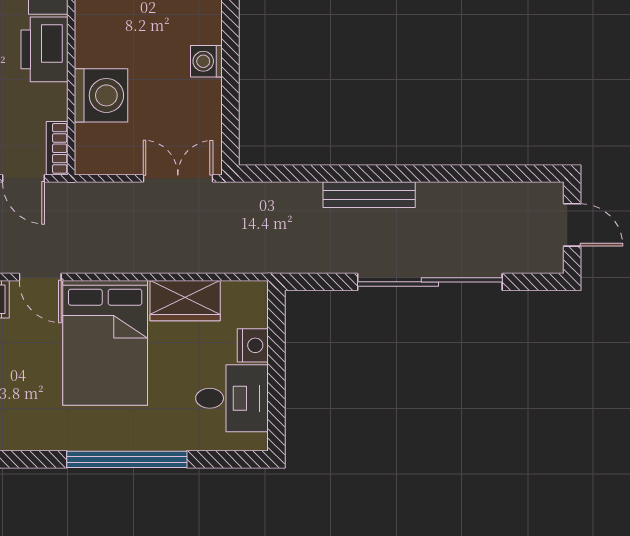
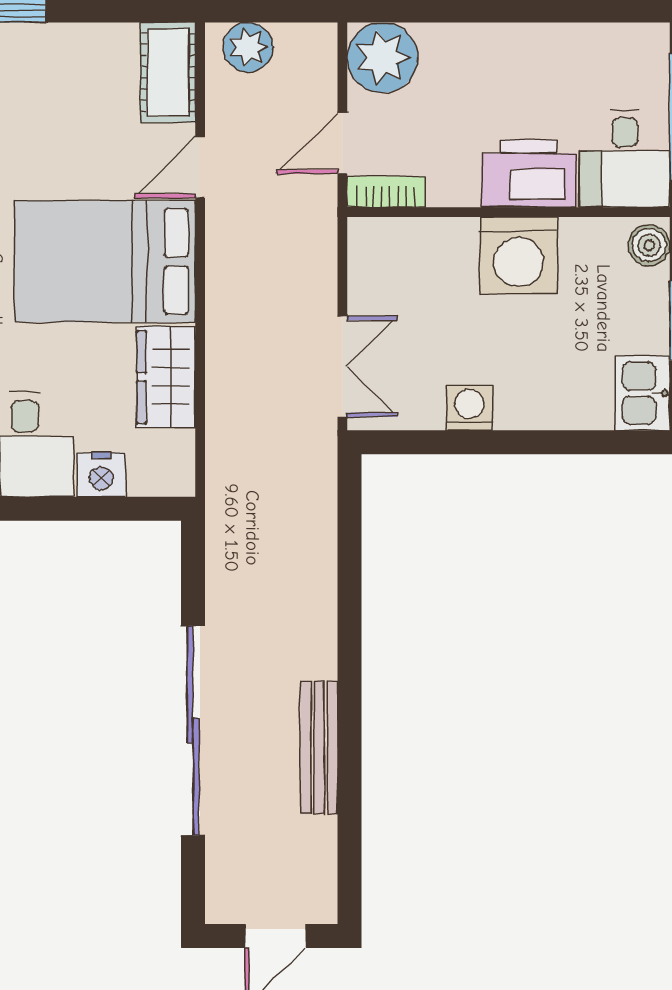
washing machine: (206, 61) -> (469, 408), moved
washing machine: (101, 95) -> (519, 255), moved
bench: (369, 195) -> (319, 748), moved

